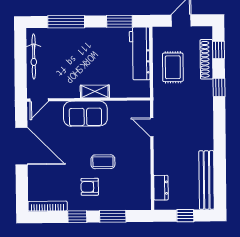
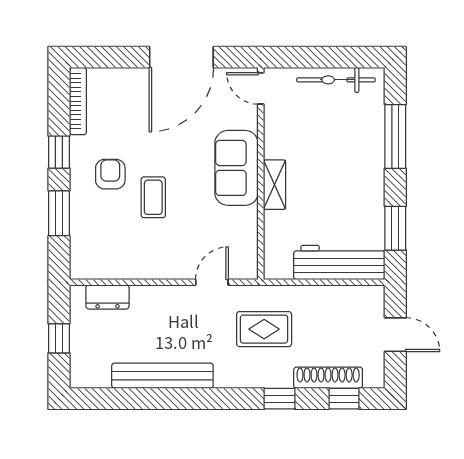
rug: (173, 67) -> (264, 329), moved
bench: (207, 180) -> (162, 376), moved

